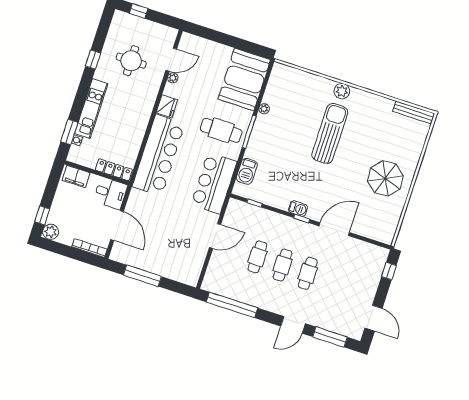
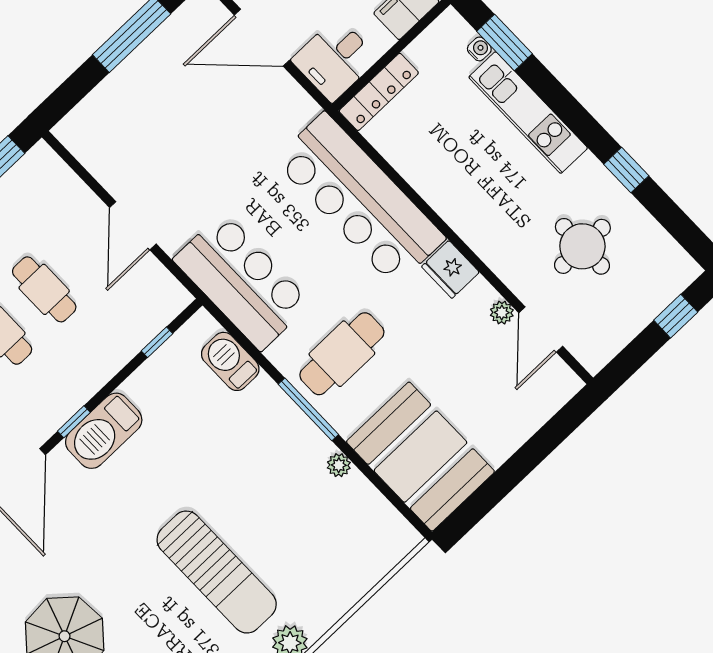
barbecue: (298, 209) -> (104, 431), width x1.88, depth x1.53

